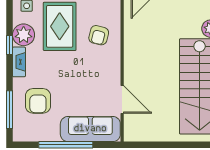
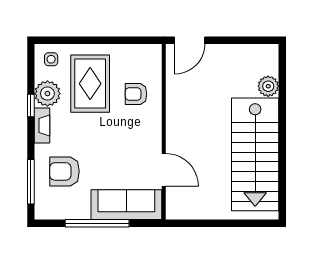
armchair: (99, 35) -> (136, 94), turned 76
armchair: (38, 101) -> (64, 171), turned 90

